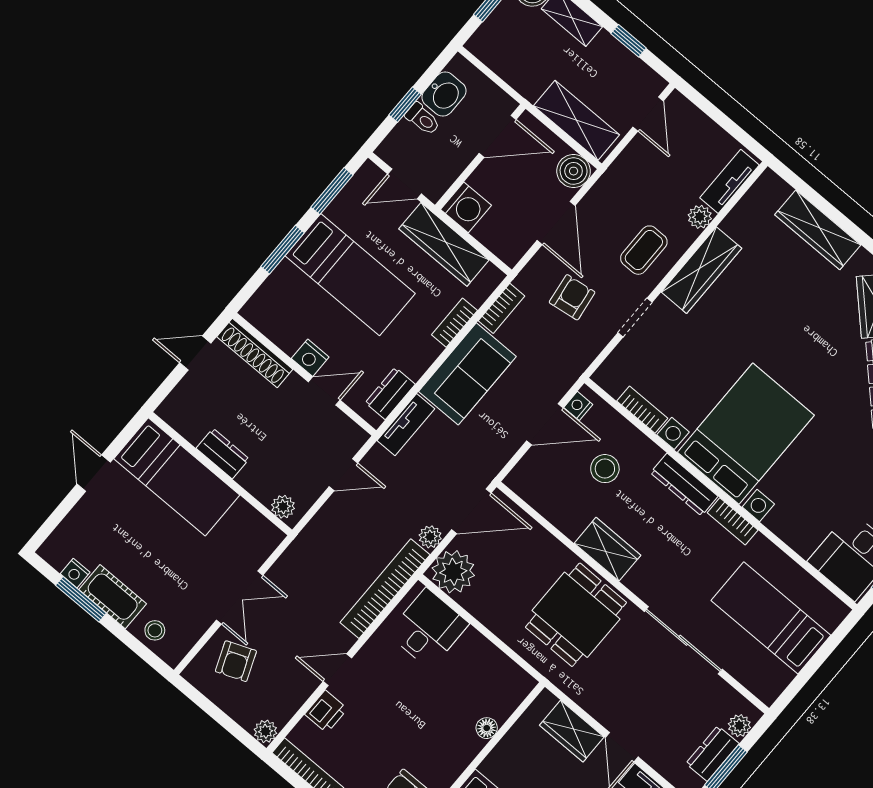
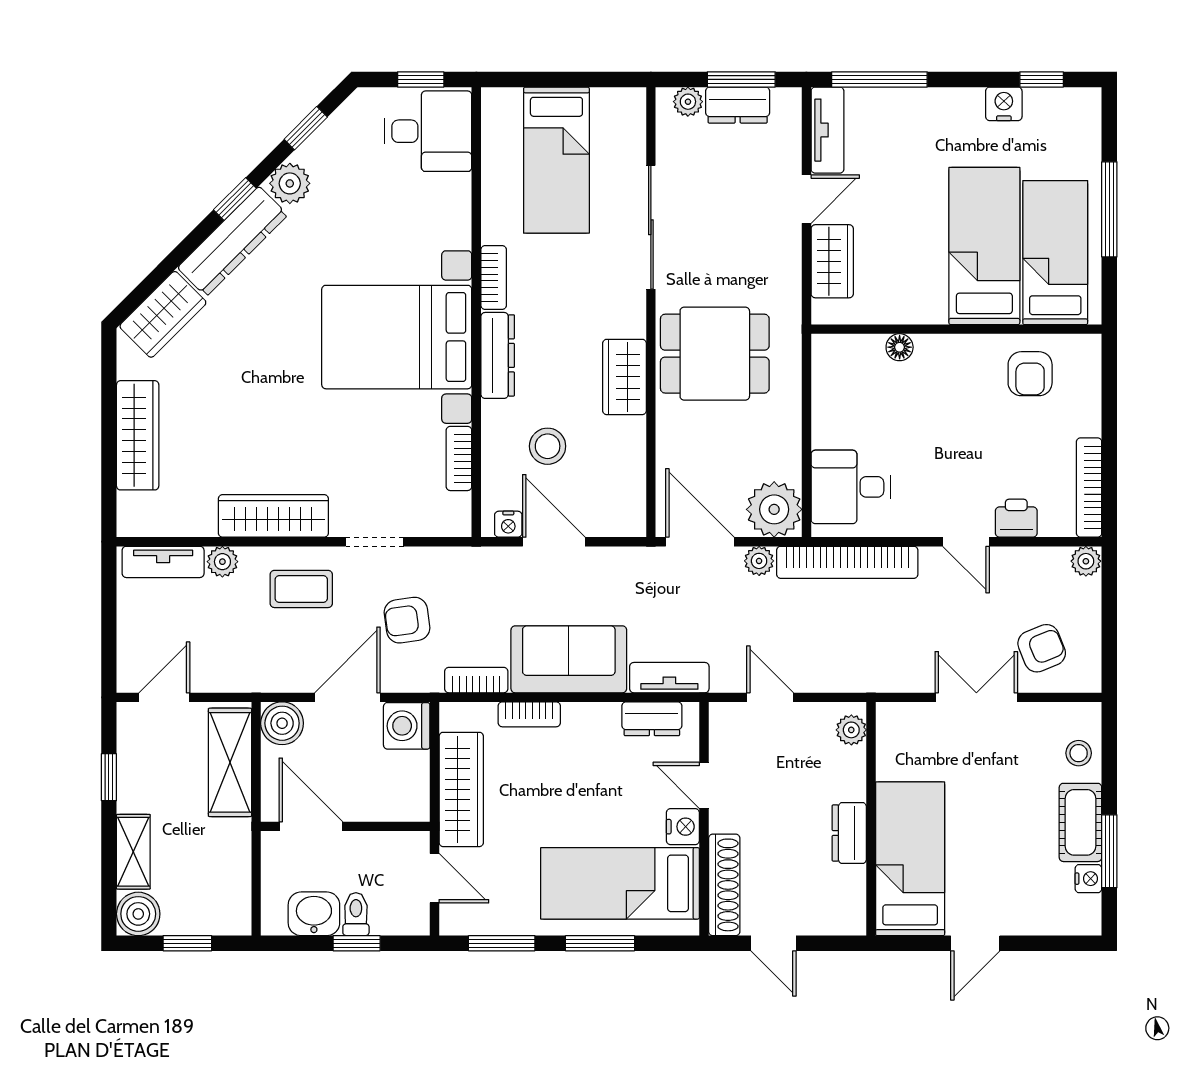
washing machine: (466, 207) -> (407, 726), moved, turned -90
bed: (350, 275) -> (620, 883), moved, turned -90

